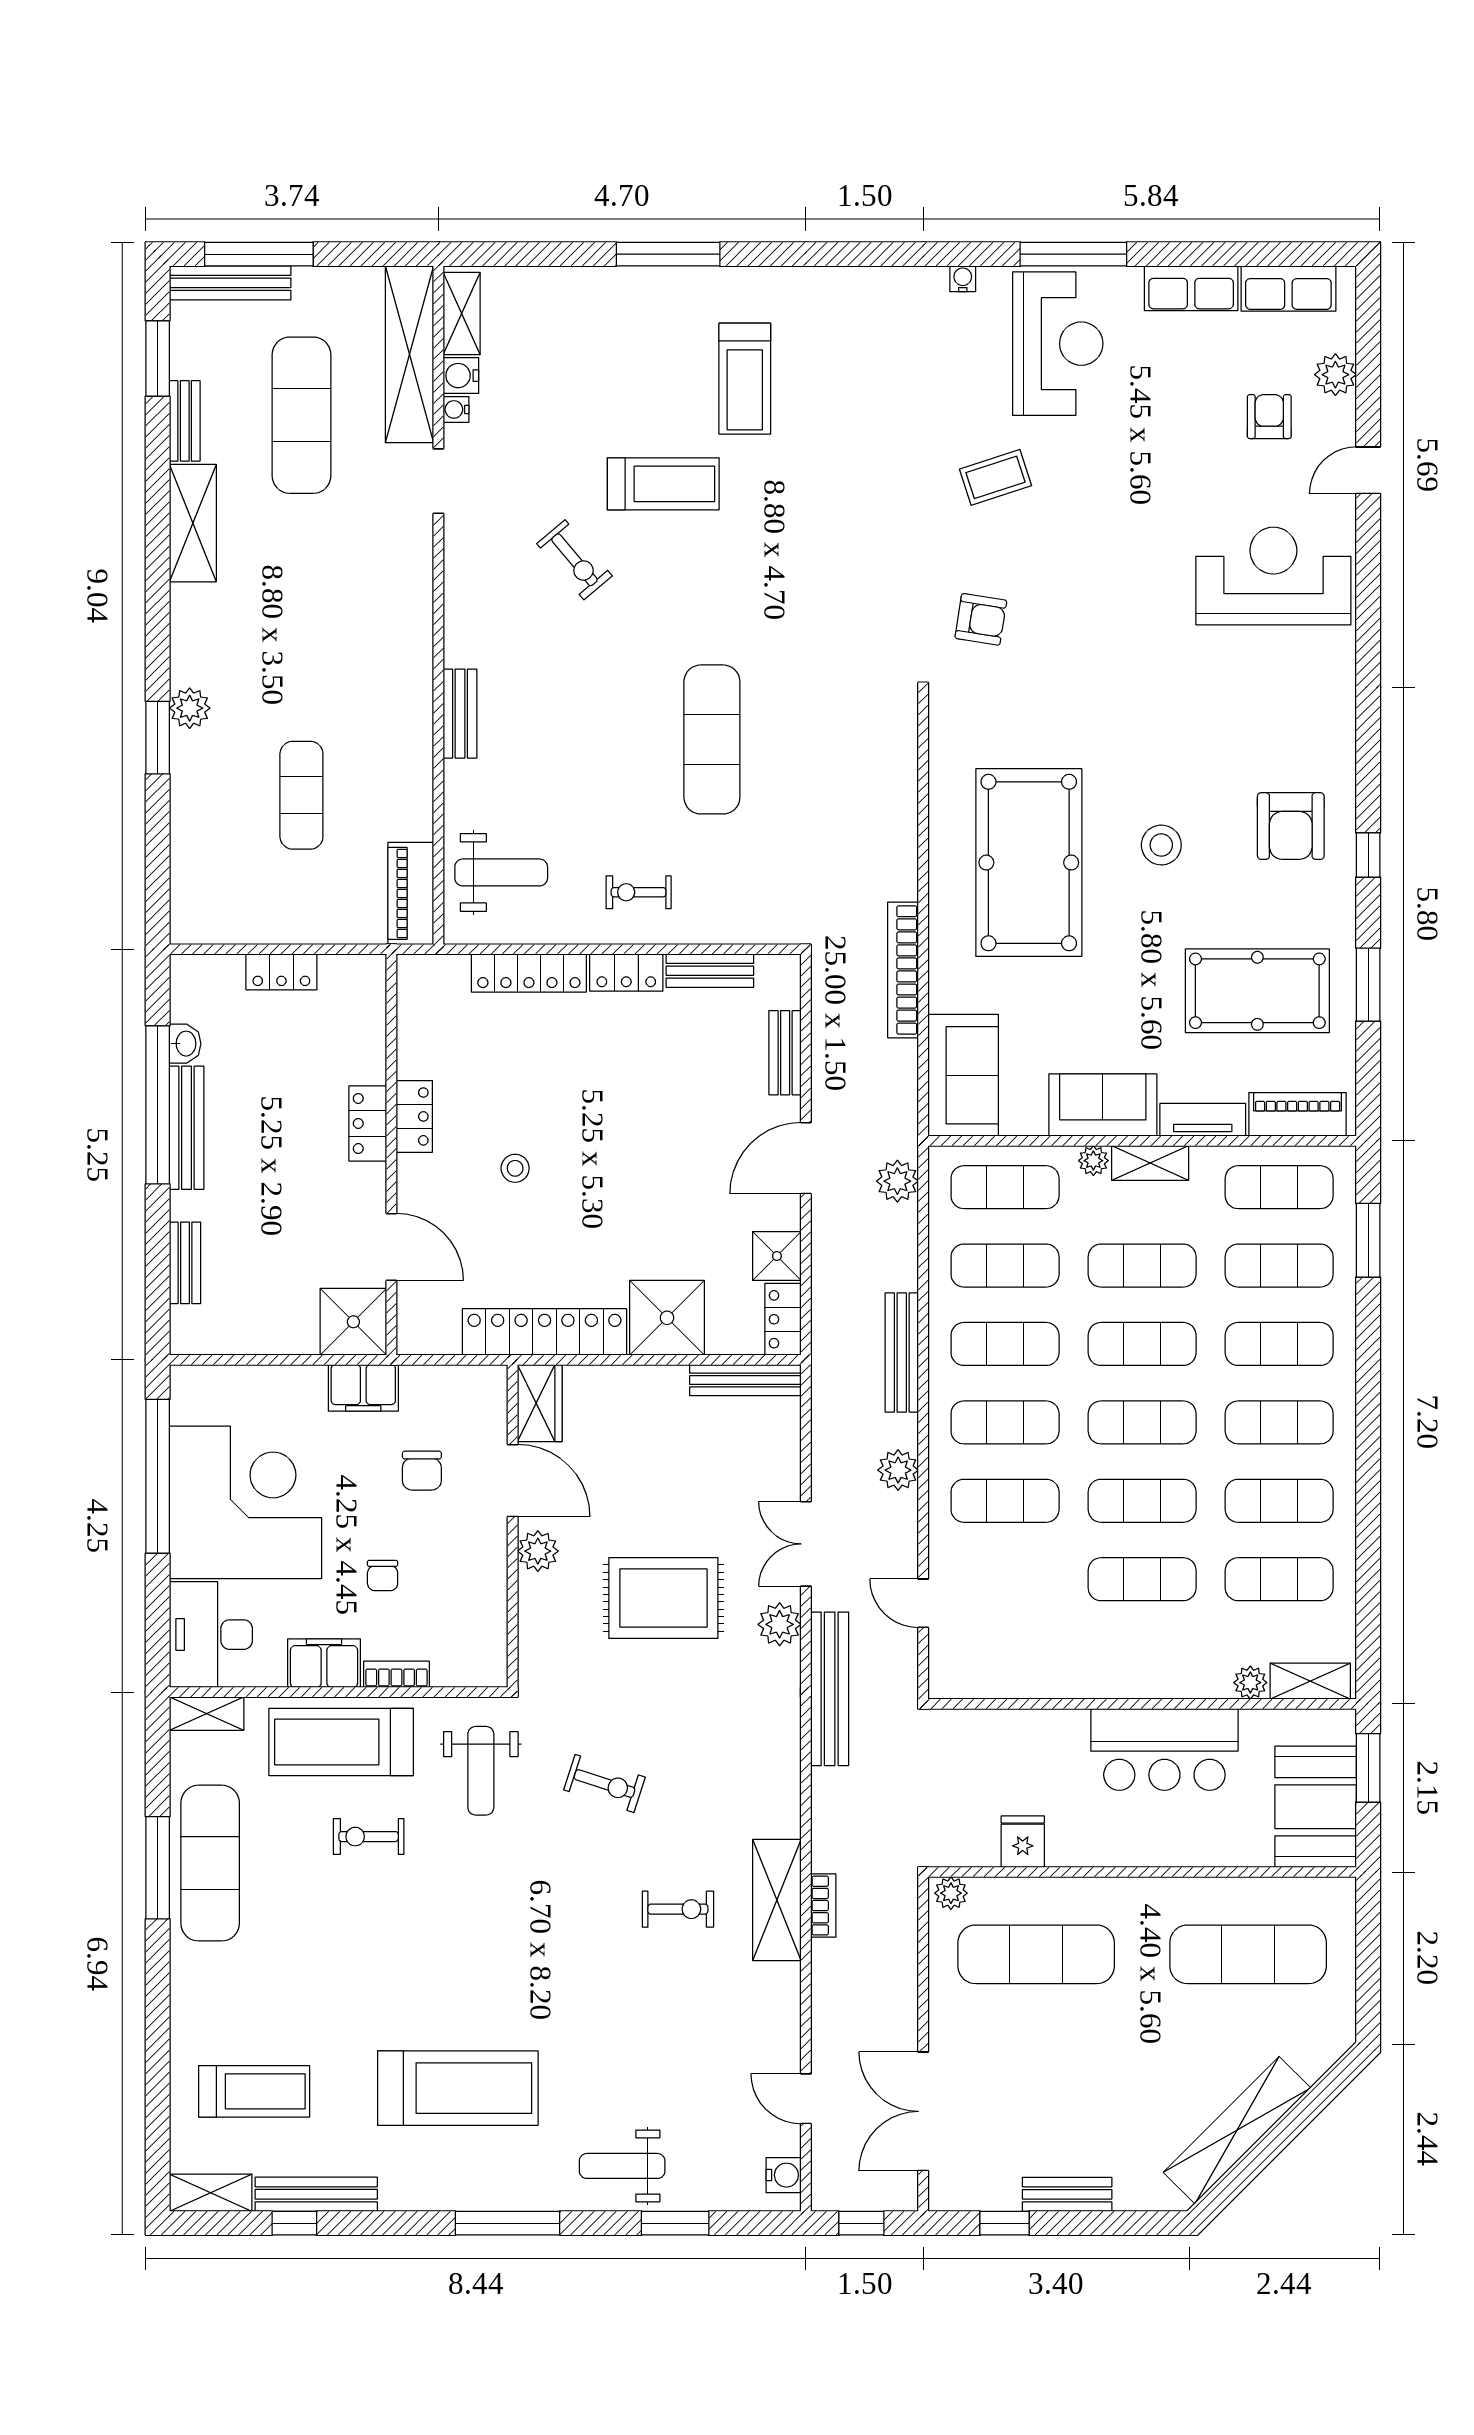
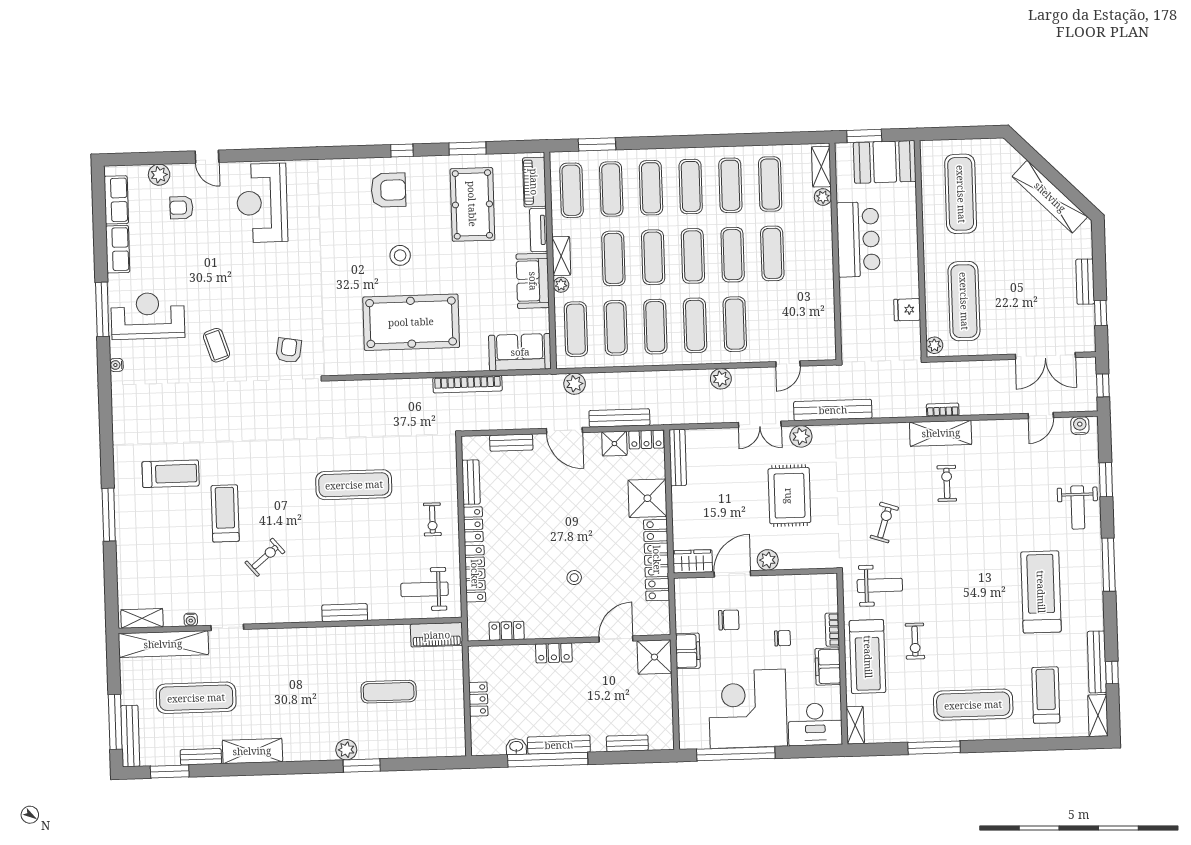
water cooler: (461, 376) -> (173, 618), removed
weight bench: (501, 872) -> (425, 589), turned -90
locker: (414, 1116) -> (507, 631), moved
bench: (902, 1352) -> (619, 418), moved
exercise mat: (210, 1863) -> (973, 705), moved

